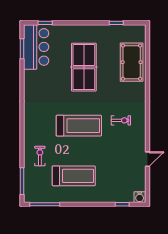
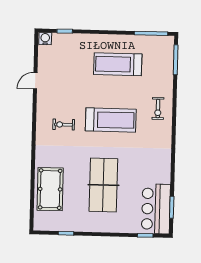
treadmill: (79, 126) -> (111, 120), turned 180
exercise bike: (40, 156) -> (158, 109), moved

